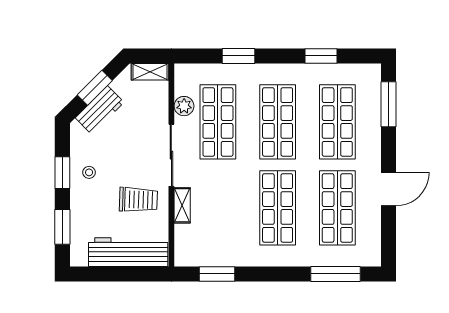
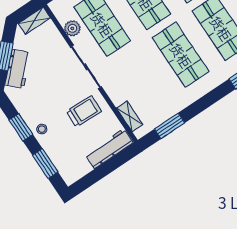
stool: (89, 172) -> (42, 129), moved
shelving: (182, 205) -> (130, 116), moved
workbench: (128, 252) -> (109, 149), width x0.73, depth x0.76

